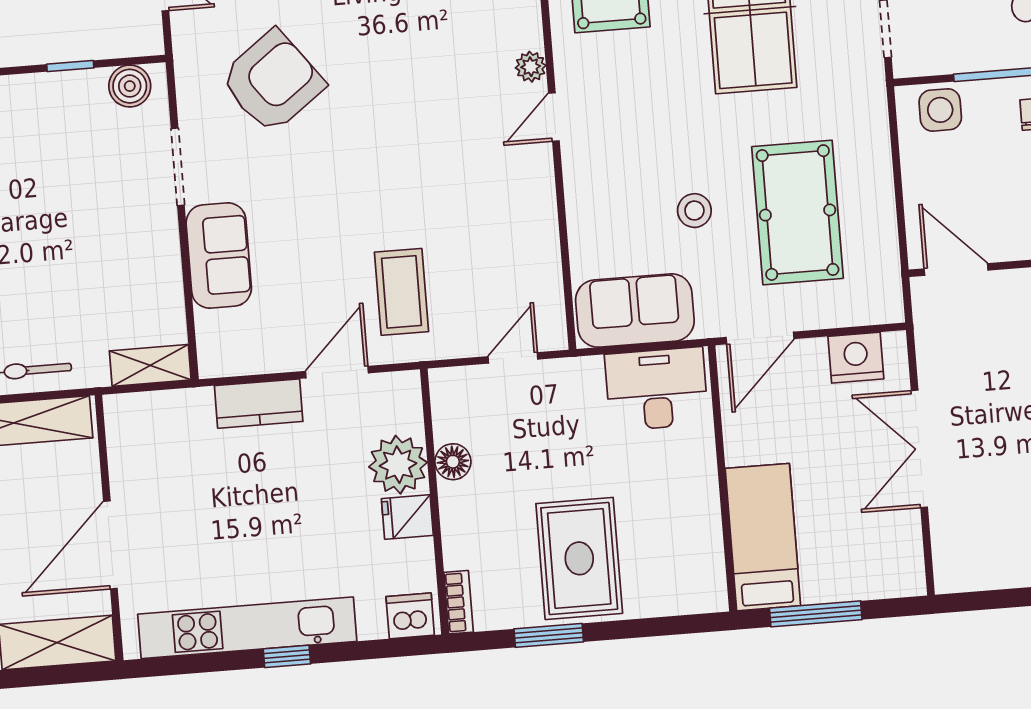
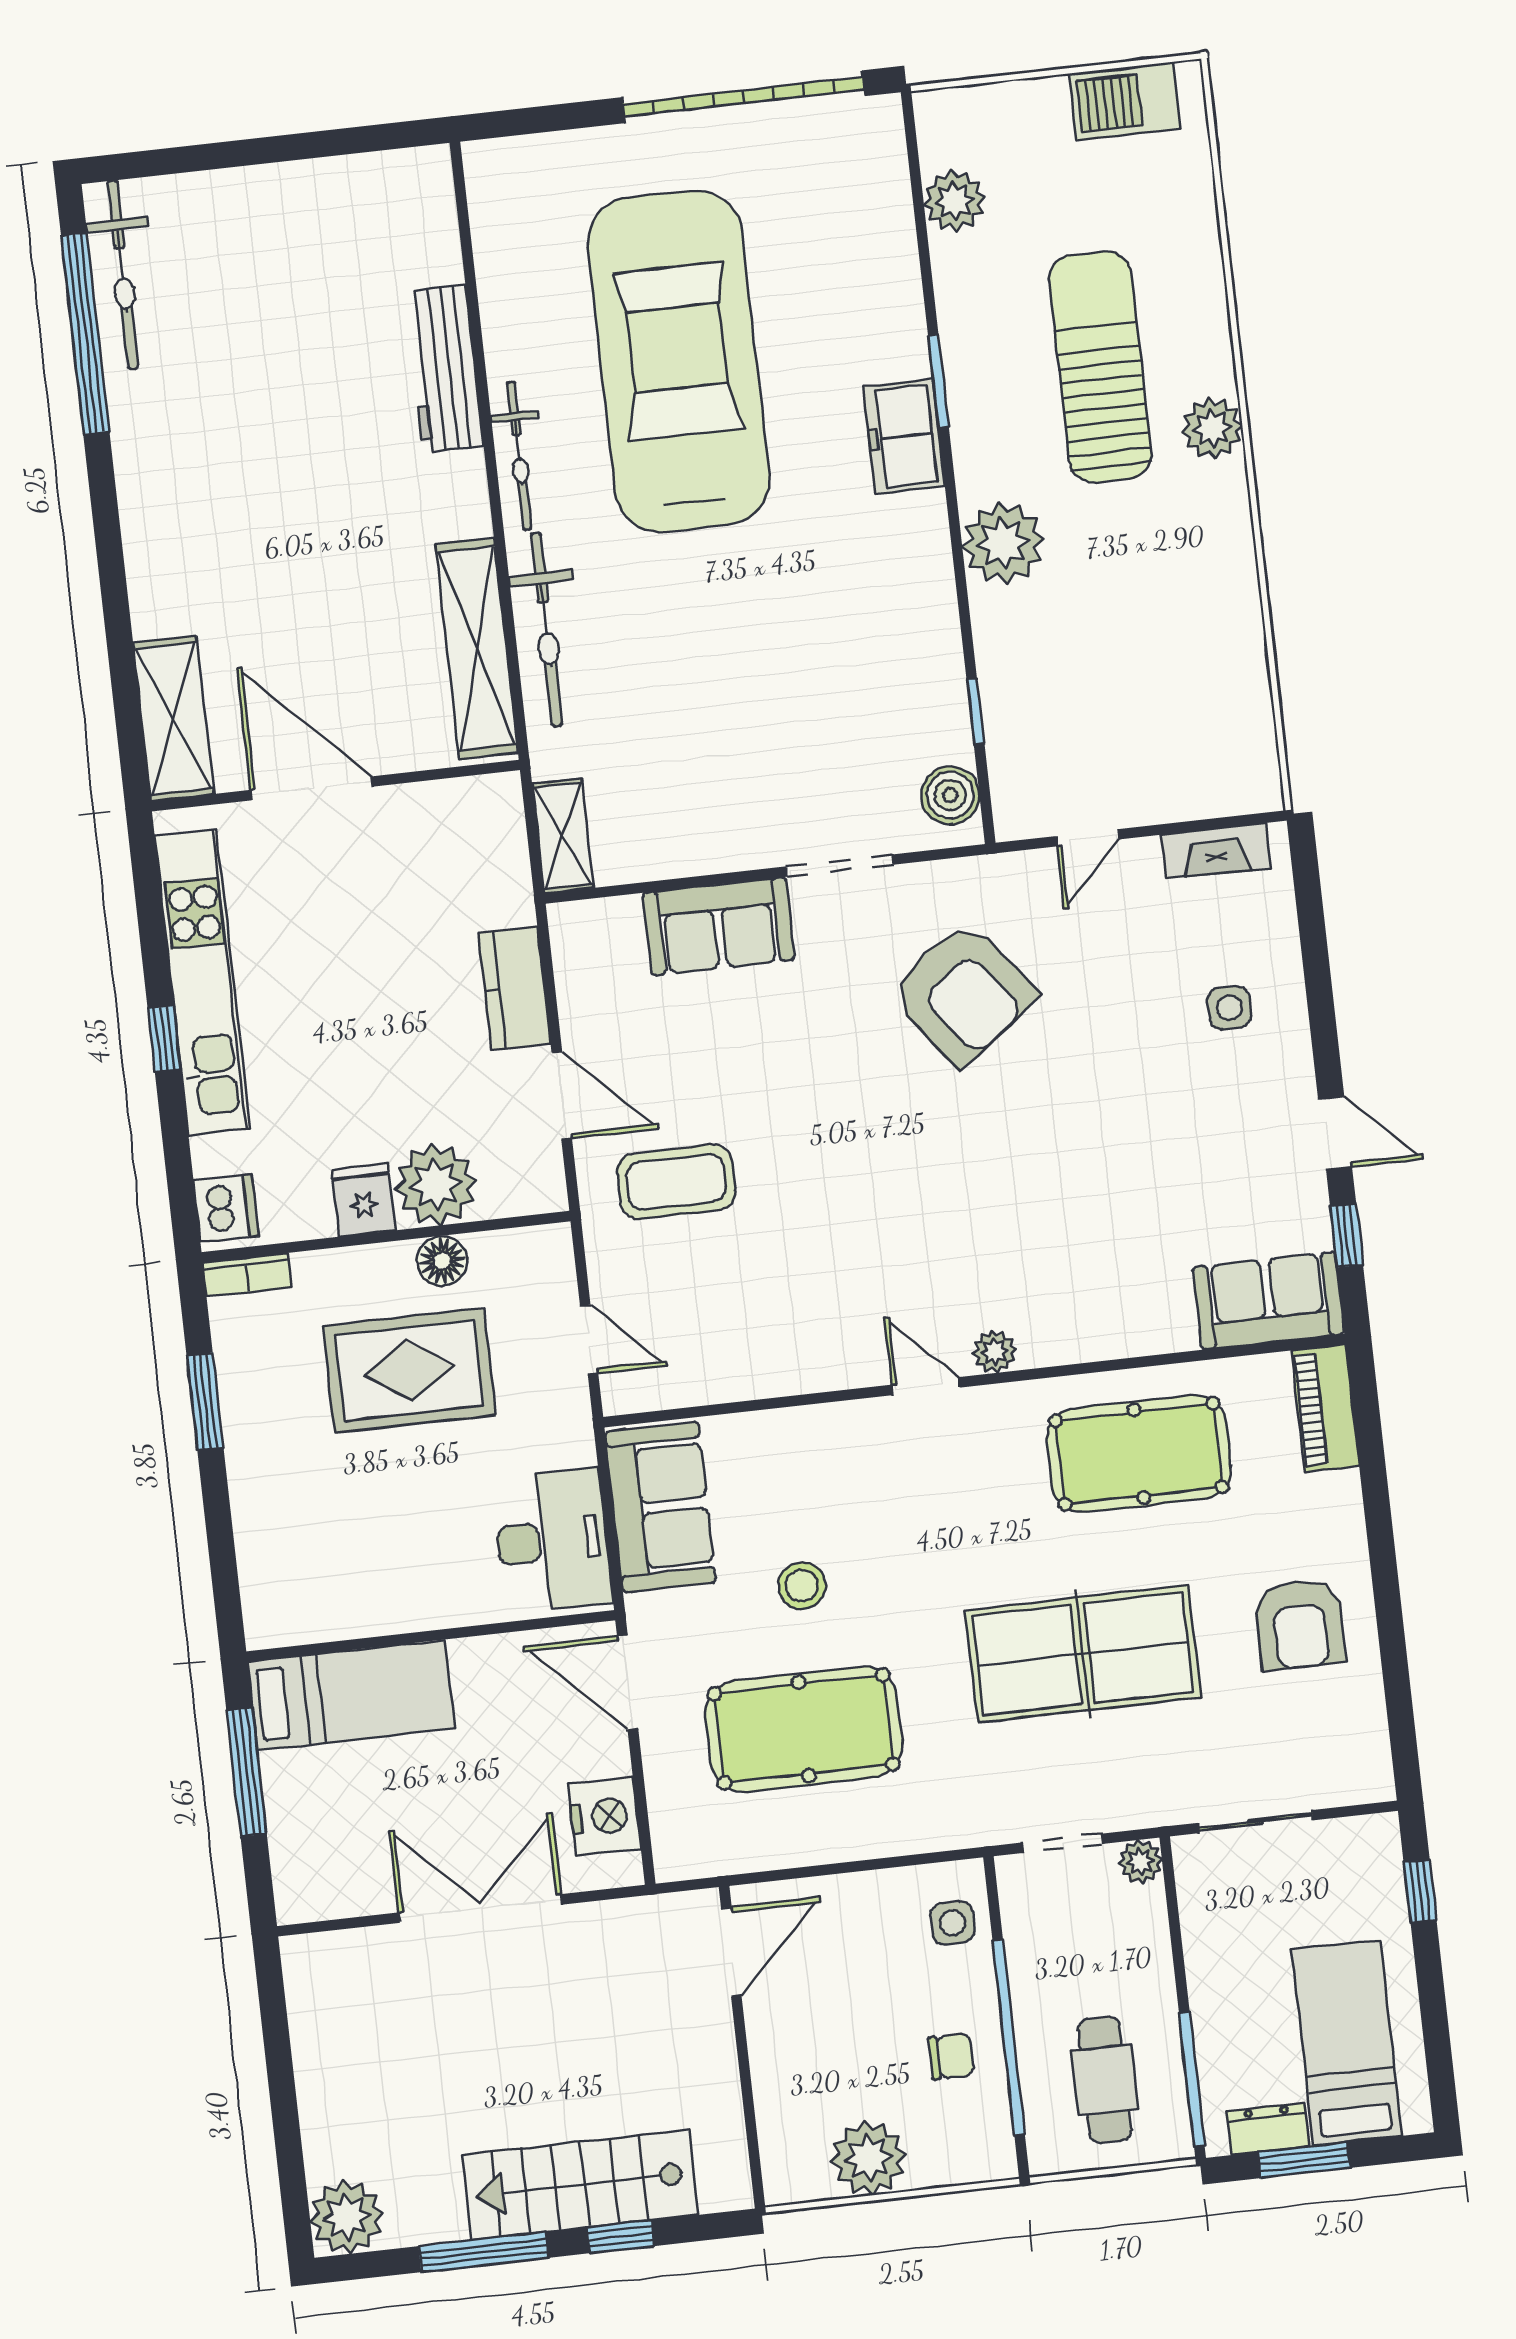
side table: (940, 110) -> (953, 1923), width x0.73, depth x0.73
rug: (579, 558) -> (409, 1370), moved

